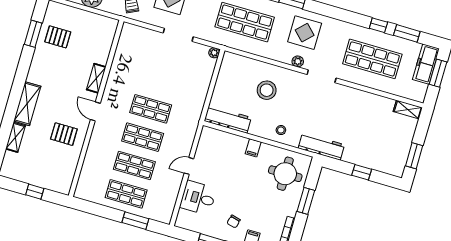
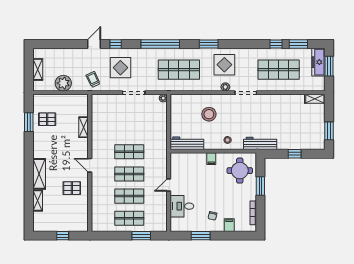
shelving: (96, 78) -> (84, 127), moved

